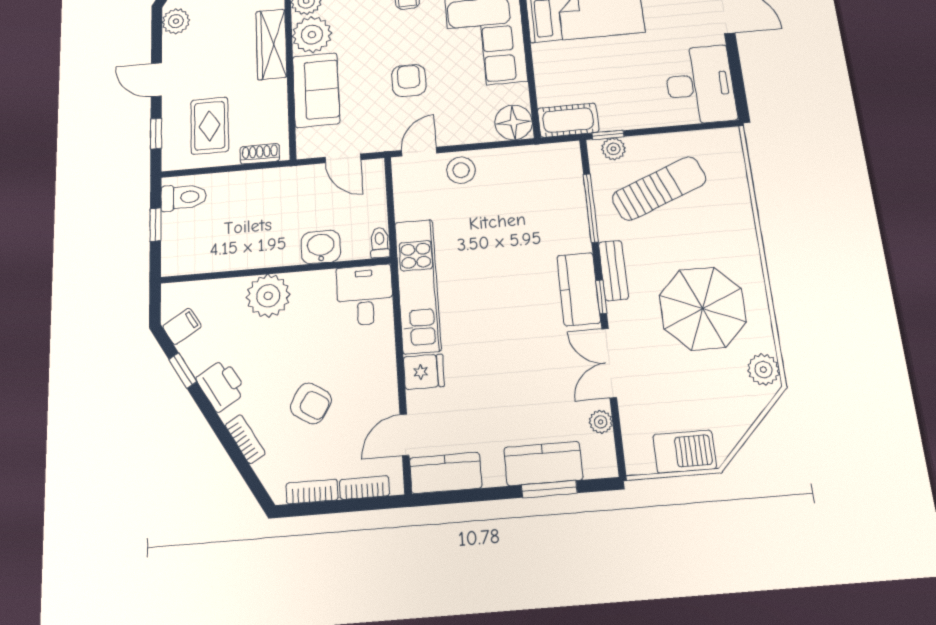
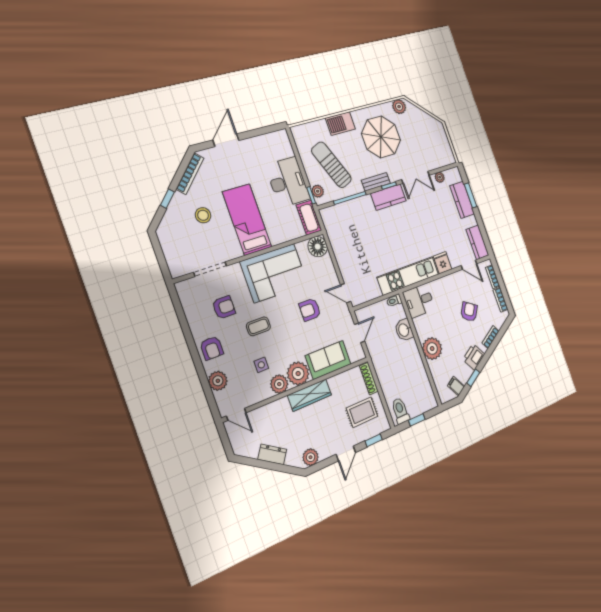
desk: (700, 85) -> (288, 182), moved, turned 90
shoe rack: (260, 154) -> (369, 379), width x1.43
stool: (461, 170) -> (349, 269), removed
barbecue: (685, 452) -> (340, 124), moved, turned -90

